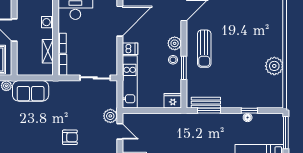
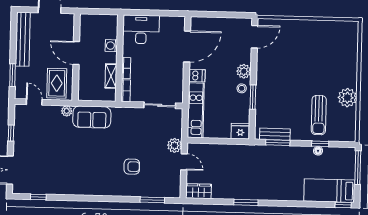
sun lounger: (204, 49) -> (319, 115), moved

